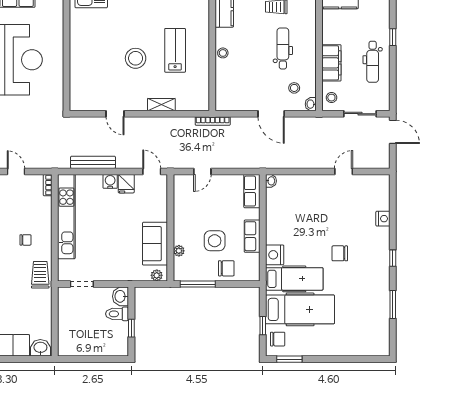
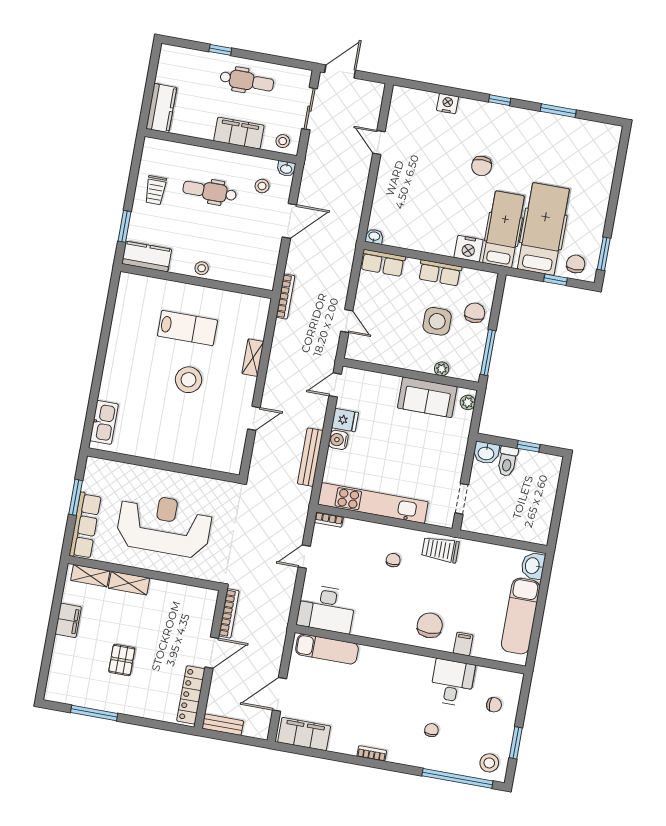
lab bench: (175, 50) -> (187, 328), turned 180

